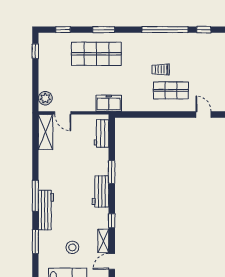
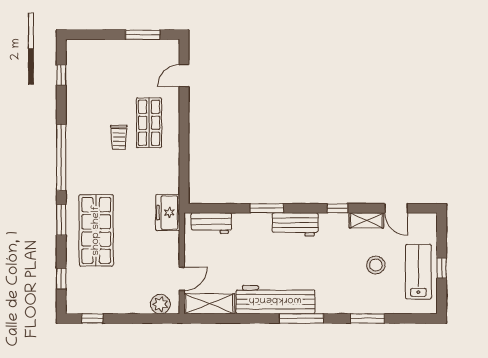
window: (165, 30) -> (61, 157), moved
workbench: (46, 210) -> (275, 300), moved, width x1.36, depth x1.32

